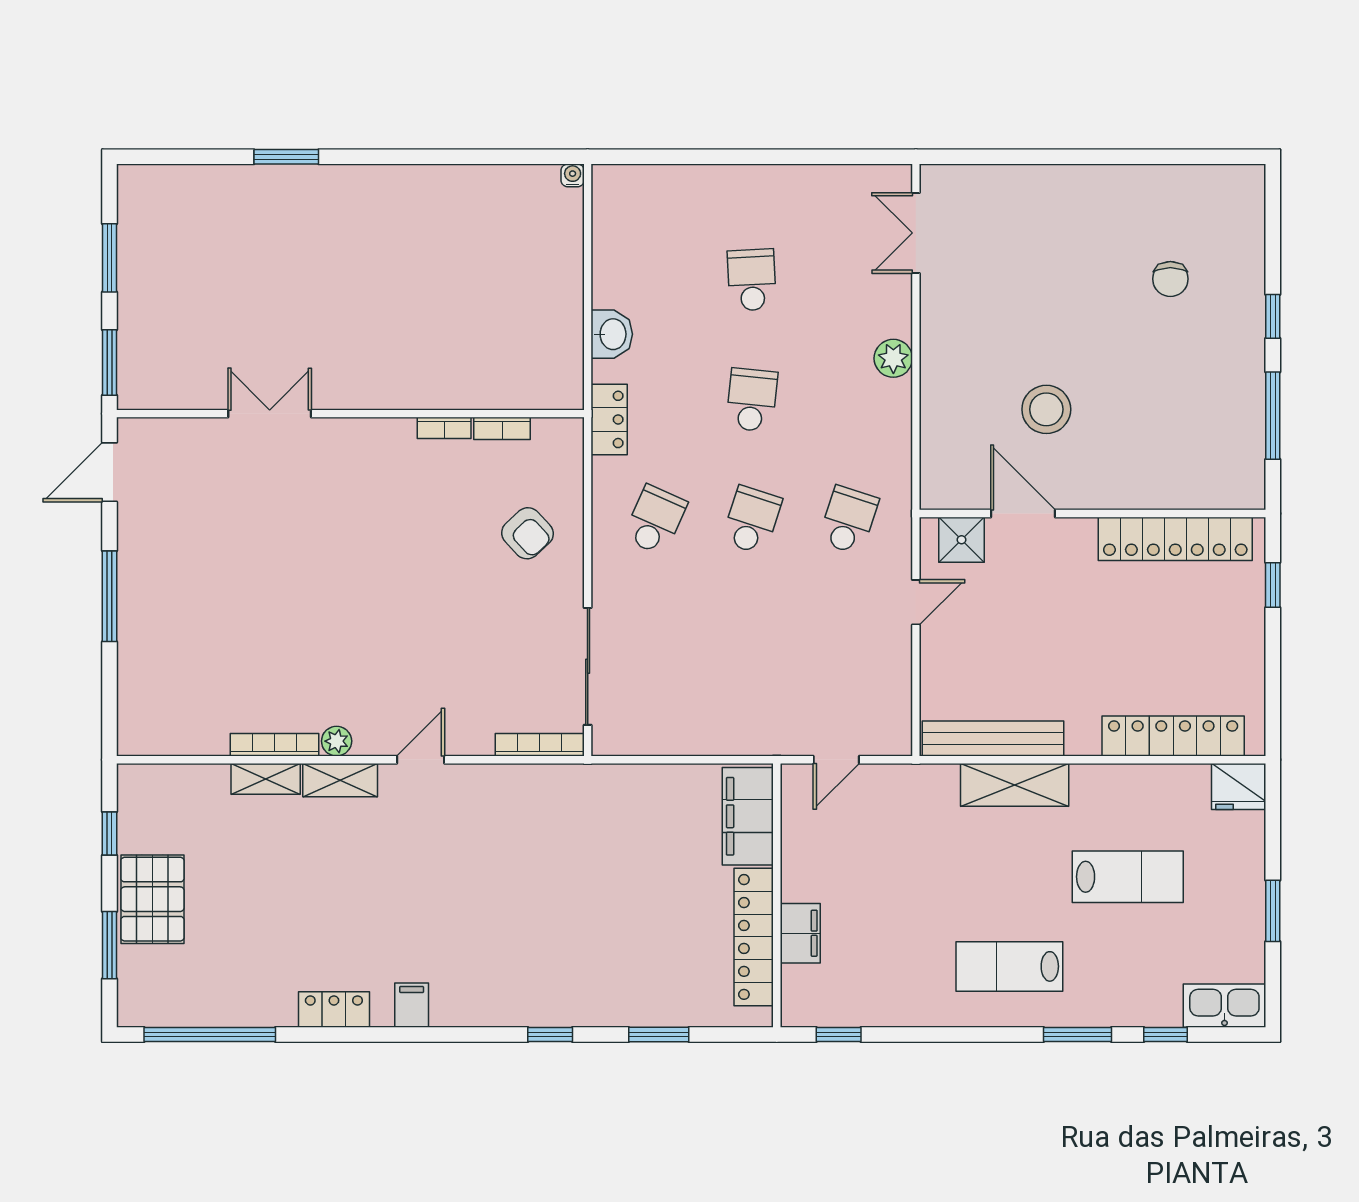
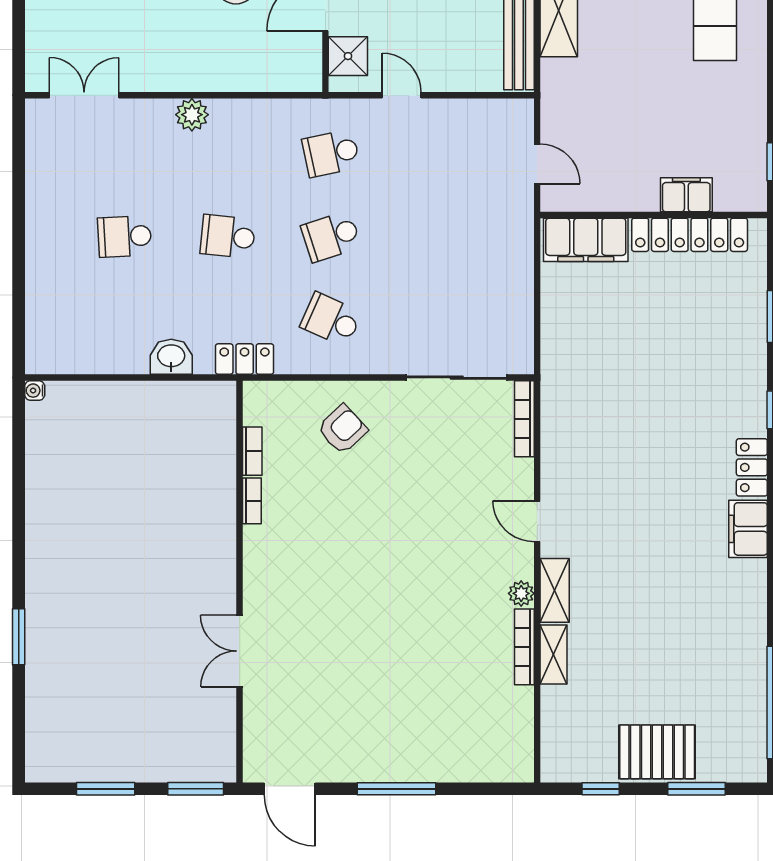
double door: (916, 233) -> (84, 95), swing flipped
school desk: (752, 520) -> (331, 236), turned -36
school desk: (848, 520) -> (331, 153), turned -30
filing cabinet: (412, 1005) -> (748, 529), width x2.00
locker: (334, 1009) -> (752, 467), moved

